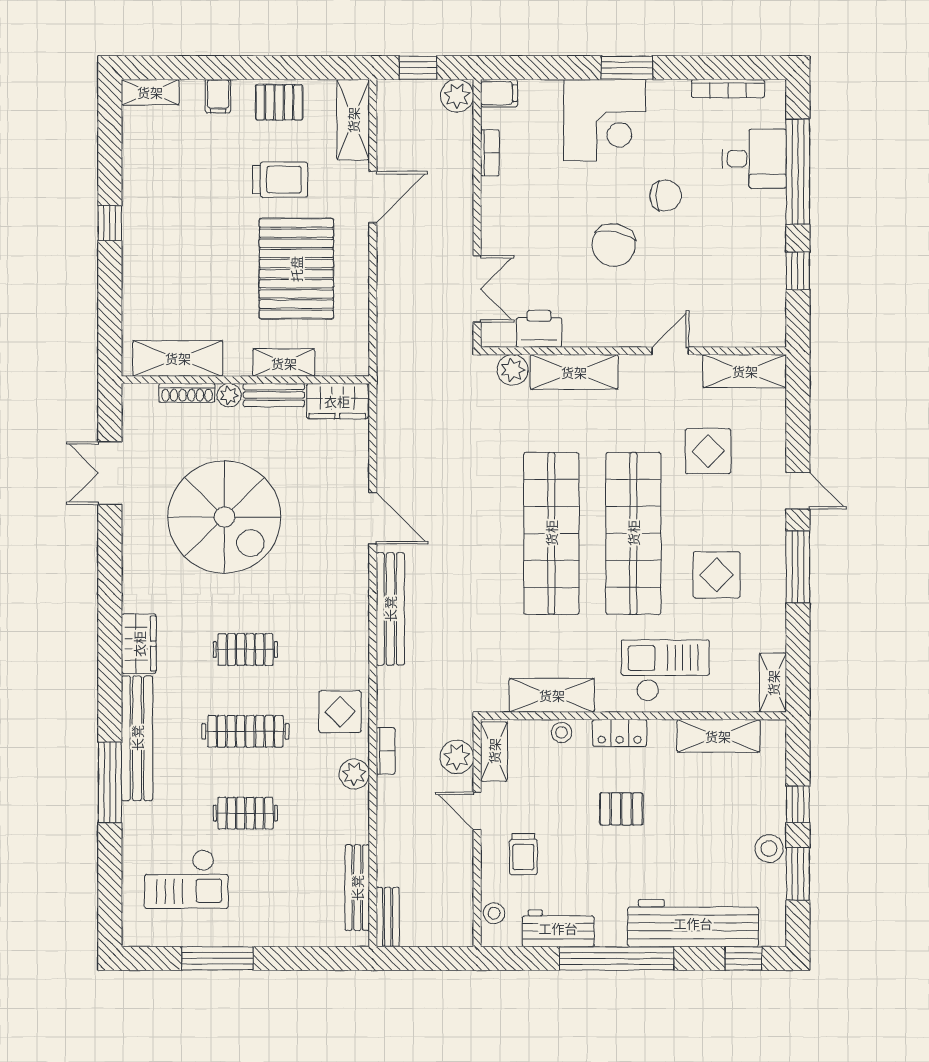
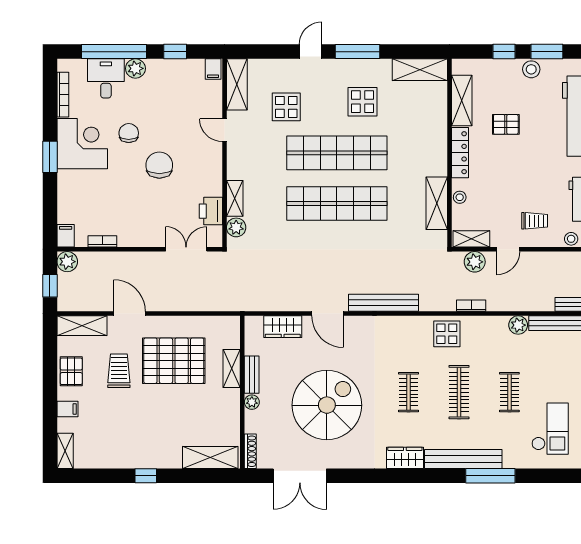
corner desk: (605, 120) -> (82, 144), moved
plant: (770, 207) -> (135, 68), added
chair: (614, 245) -> (159, 165), turned -101
filing cabinet: (770, 332) -> (213, 69), added
shelving: (178, 358) -> (210, 457), moved, turned 90
shelving: (574, 372) -> (235, 198), width x0.67, depth x0.75
shoe rack: (187, 393) -> (250, 451), moved
wardrobe: (337, 401) -> (283, 327), moved, turned 90
double door: (110, 473) -> (300, 476), width x1.37
door: (373, 518) -> (328, 314), swing flipped
checkout: (665, 671) -> (422, 133), removed
shelving: (773, 683) -> (420, 70), width x1.50, depth x1.33
locker: (620, 733) -> (460, 153), width x1.53
plant: (354, 774) -> (518, 325), moved
pallet: (621, 809) -> (506, 124), moved, turned 90

